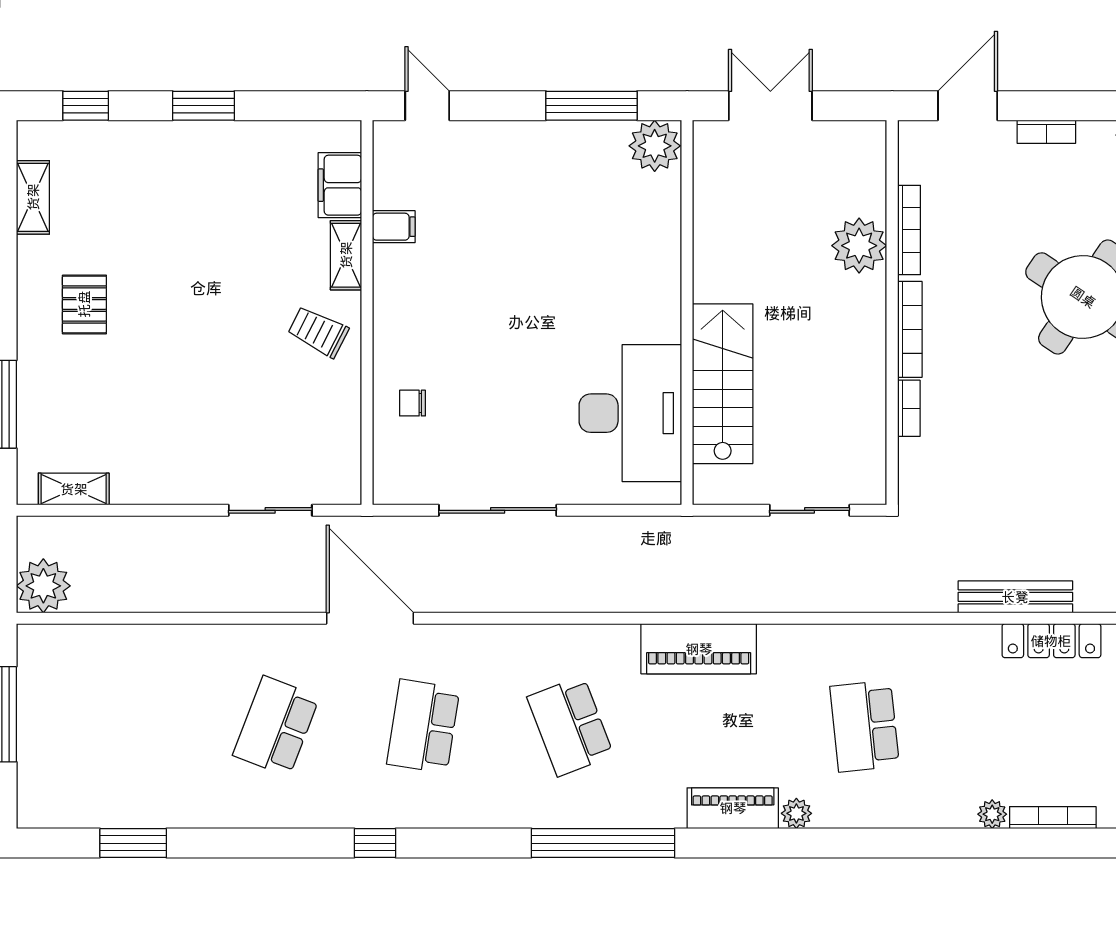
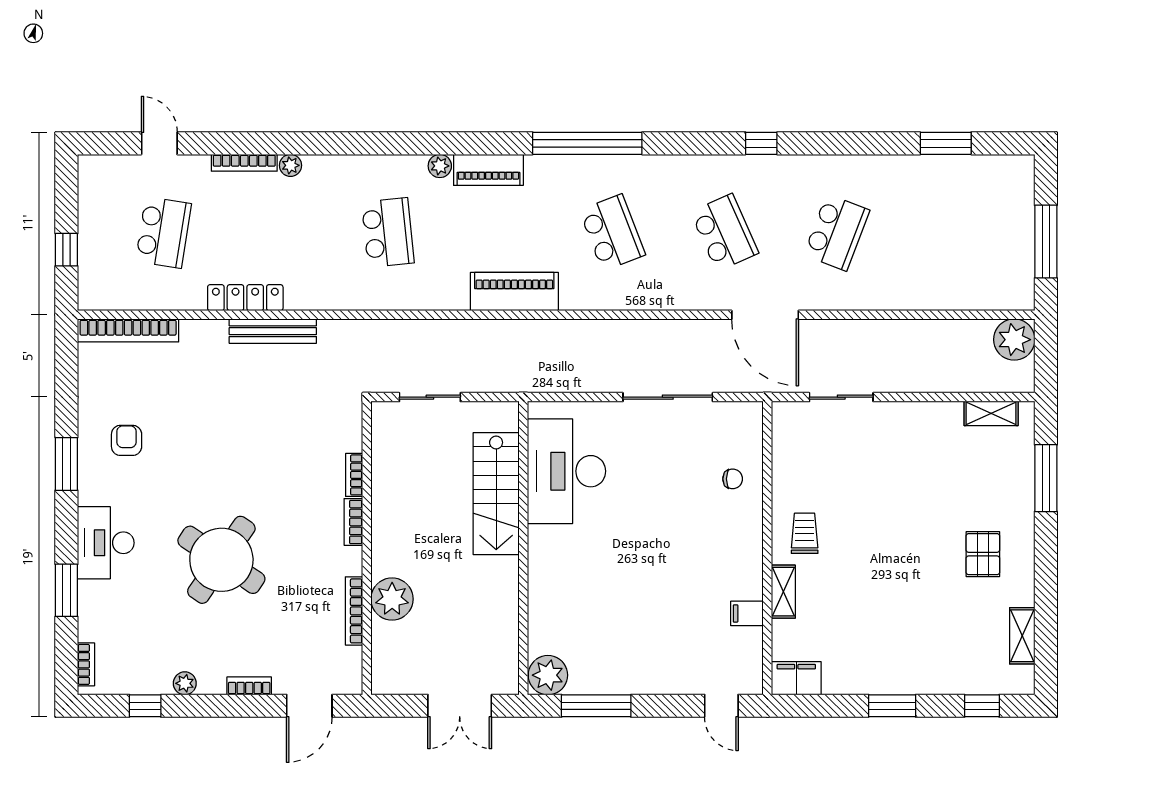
filing cabinet: (340, 185) -> (796, 678), moved, turned -90
bookcase: (910, 329) -> (353, 522), width x0.64
trolley: (318, 332) -> (805, 533), turned -117
school desk: (423, 726) -> (724, 233), turned -33

